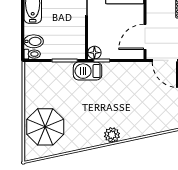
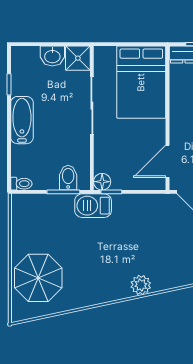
bidet: (34, 41) -> (68, 178), moved, turned -90
plant: (112, 135) -> (141, 285), moved

